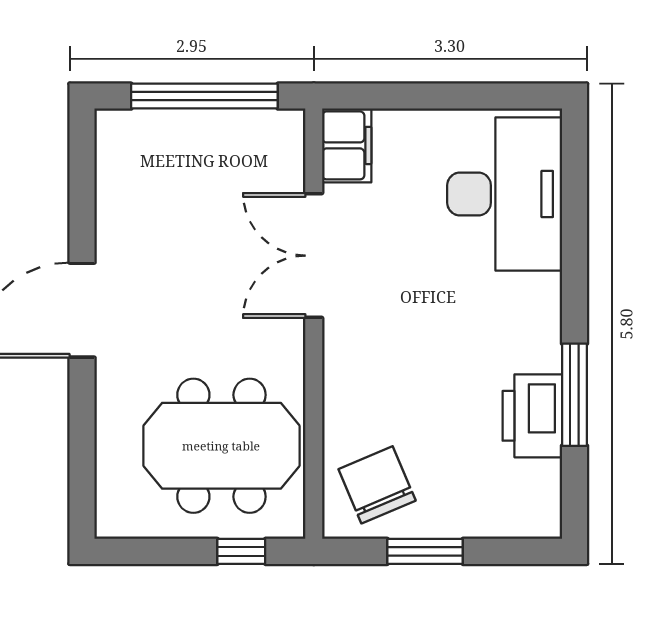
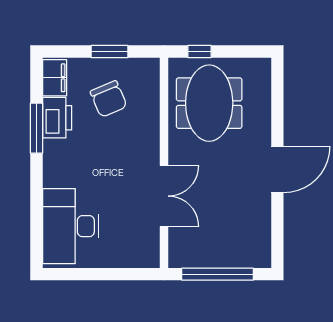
filing cabinet: (347, 145) -> (55, 78), moved, turned 180
meeting table: (221, 446) -> (209, 103), turned 90
chair: (377, 485) -> (109, 99), moved

